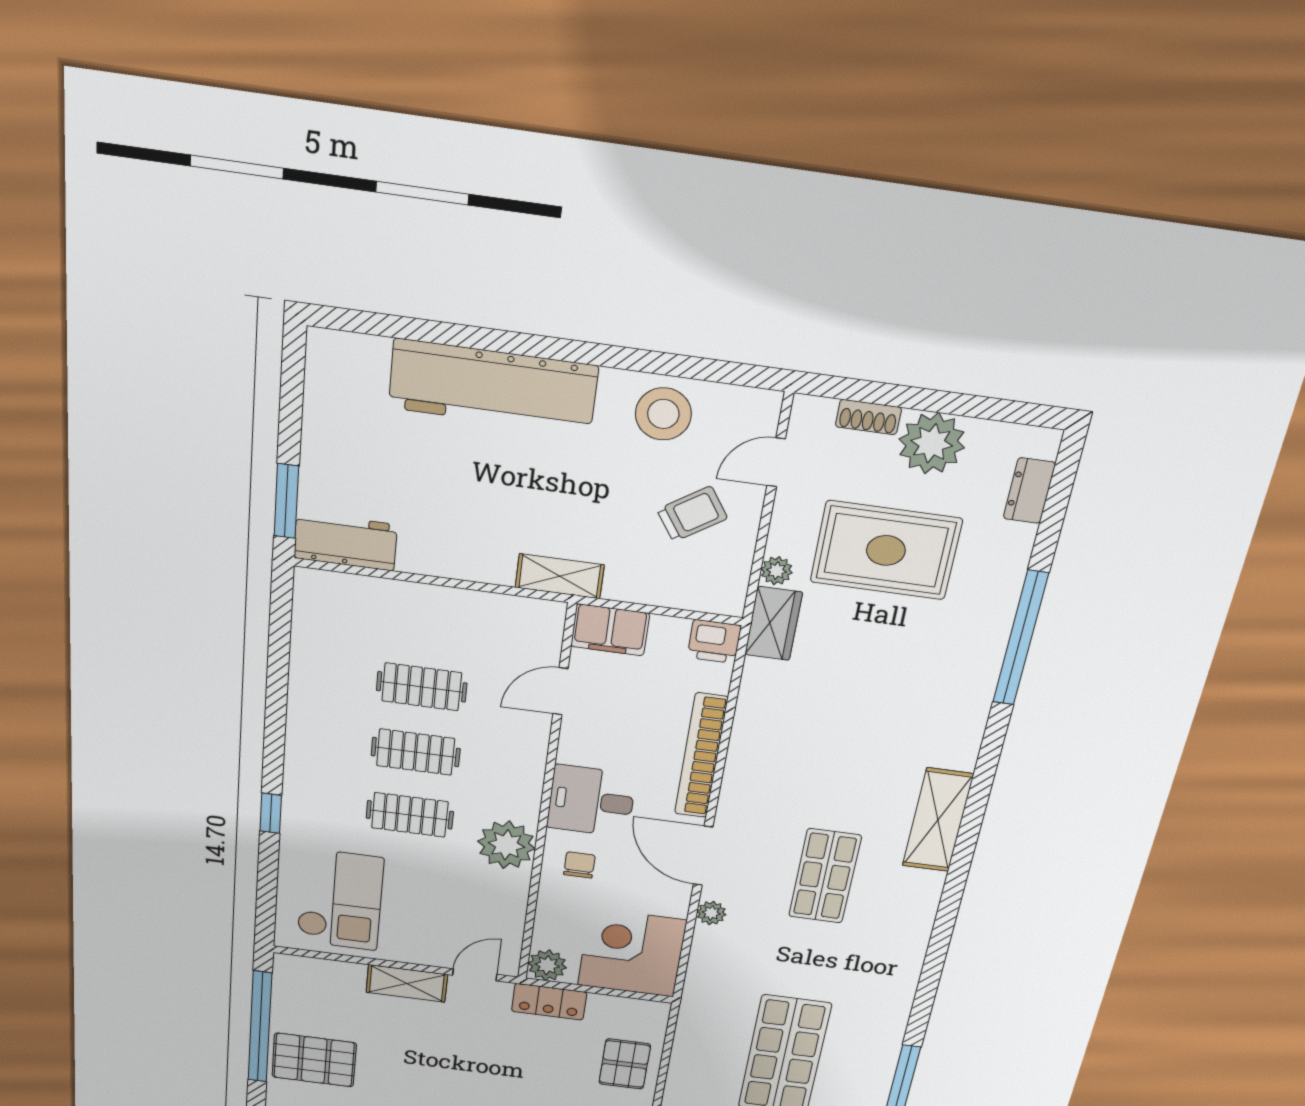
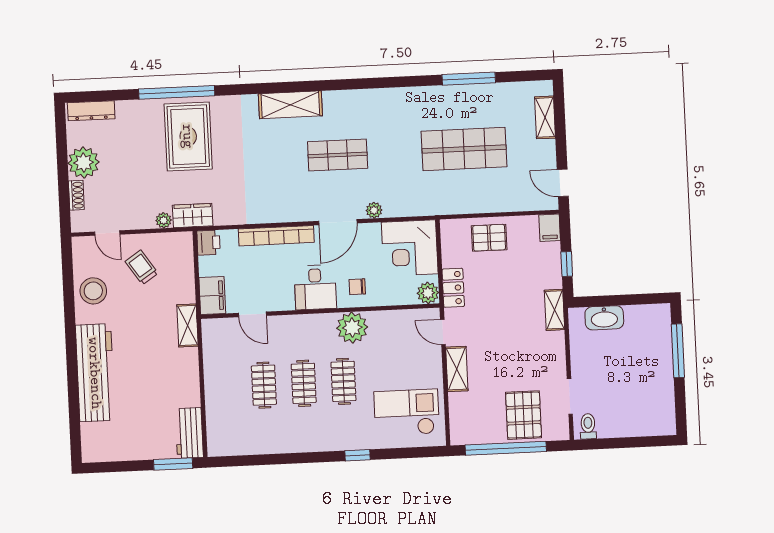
dresser: (1029, 491) -> (91, 111), width x1.44
rug: (886, 550) -> (188, 136), moved

